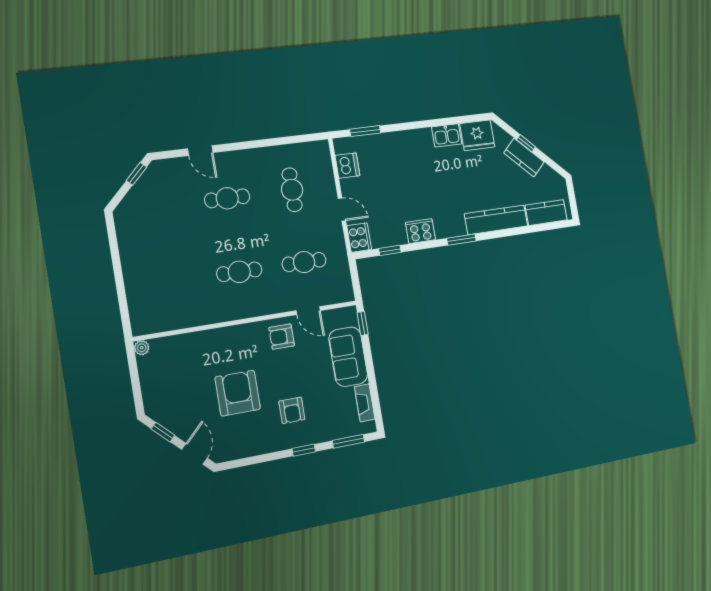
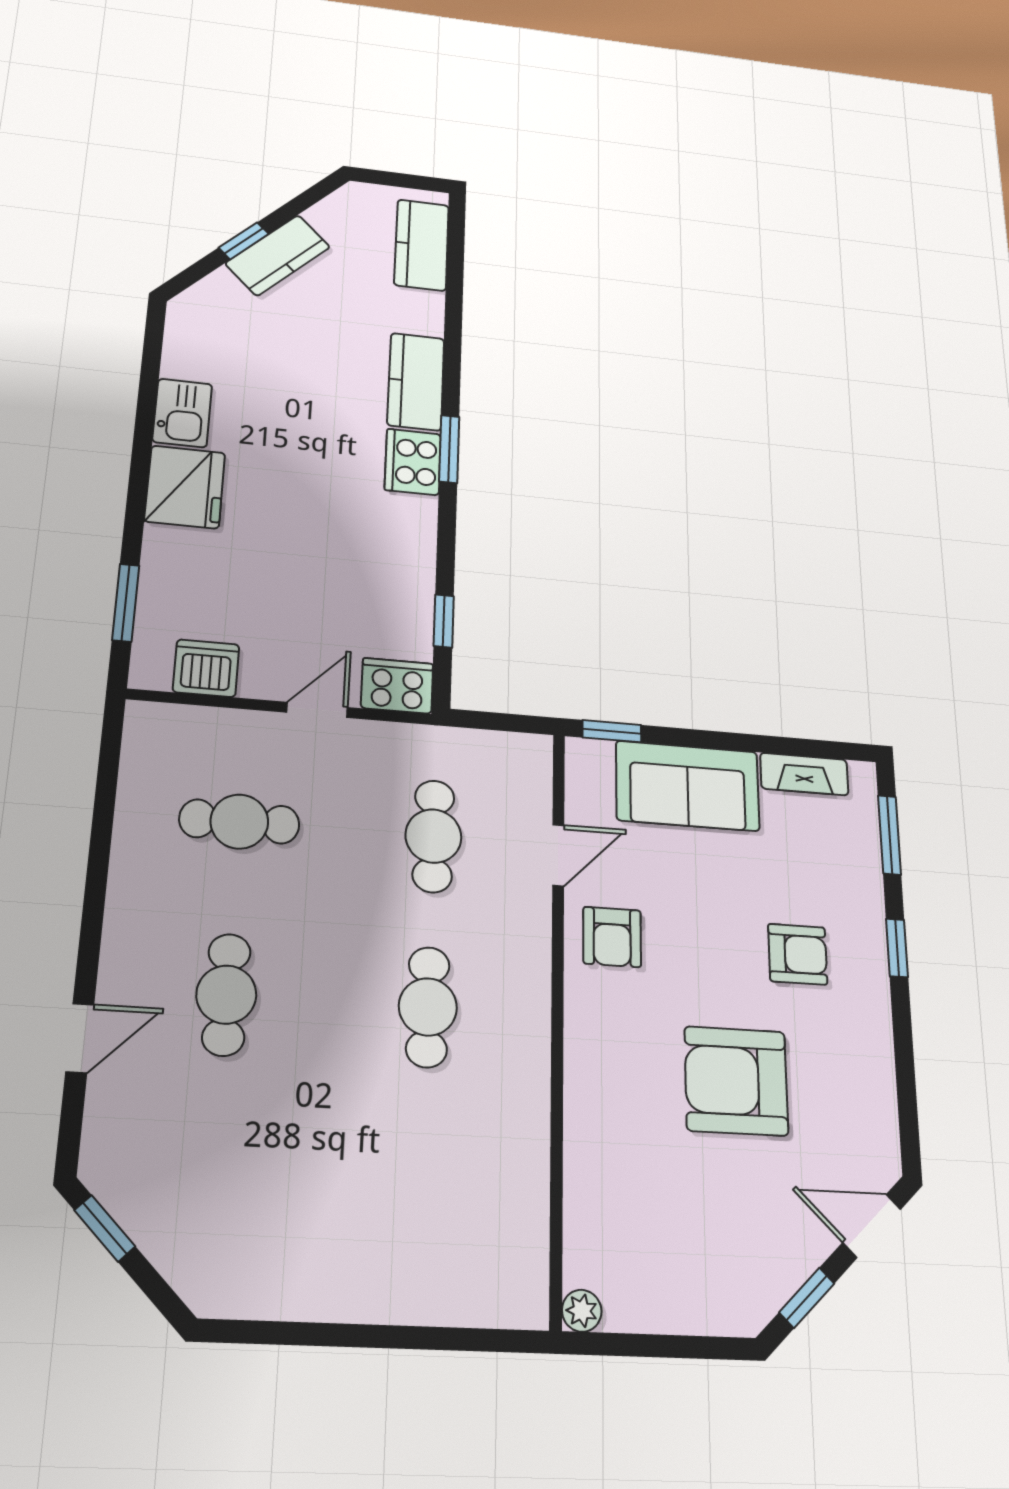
fridge: (477, 135) -> (185, 487), moved
kitchen counter: (496, 220) -> (416, 382), width x0.67
cooker: (420, 231) -> (413, 462), moved

